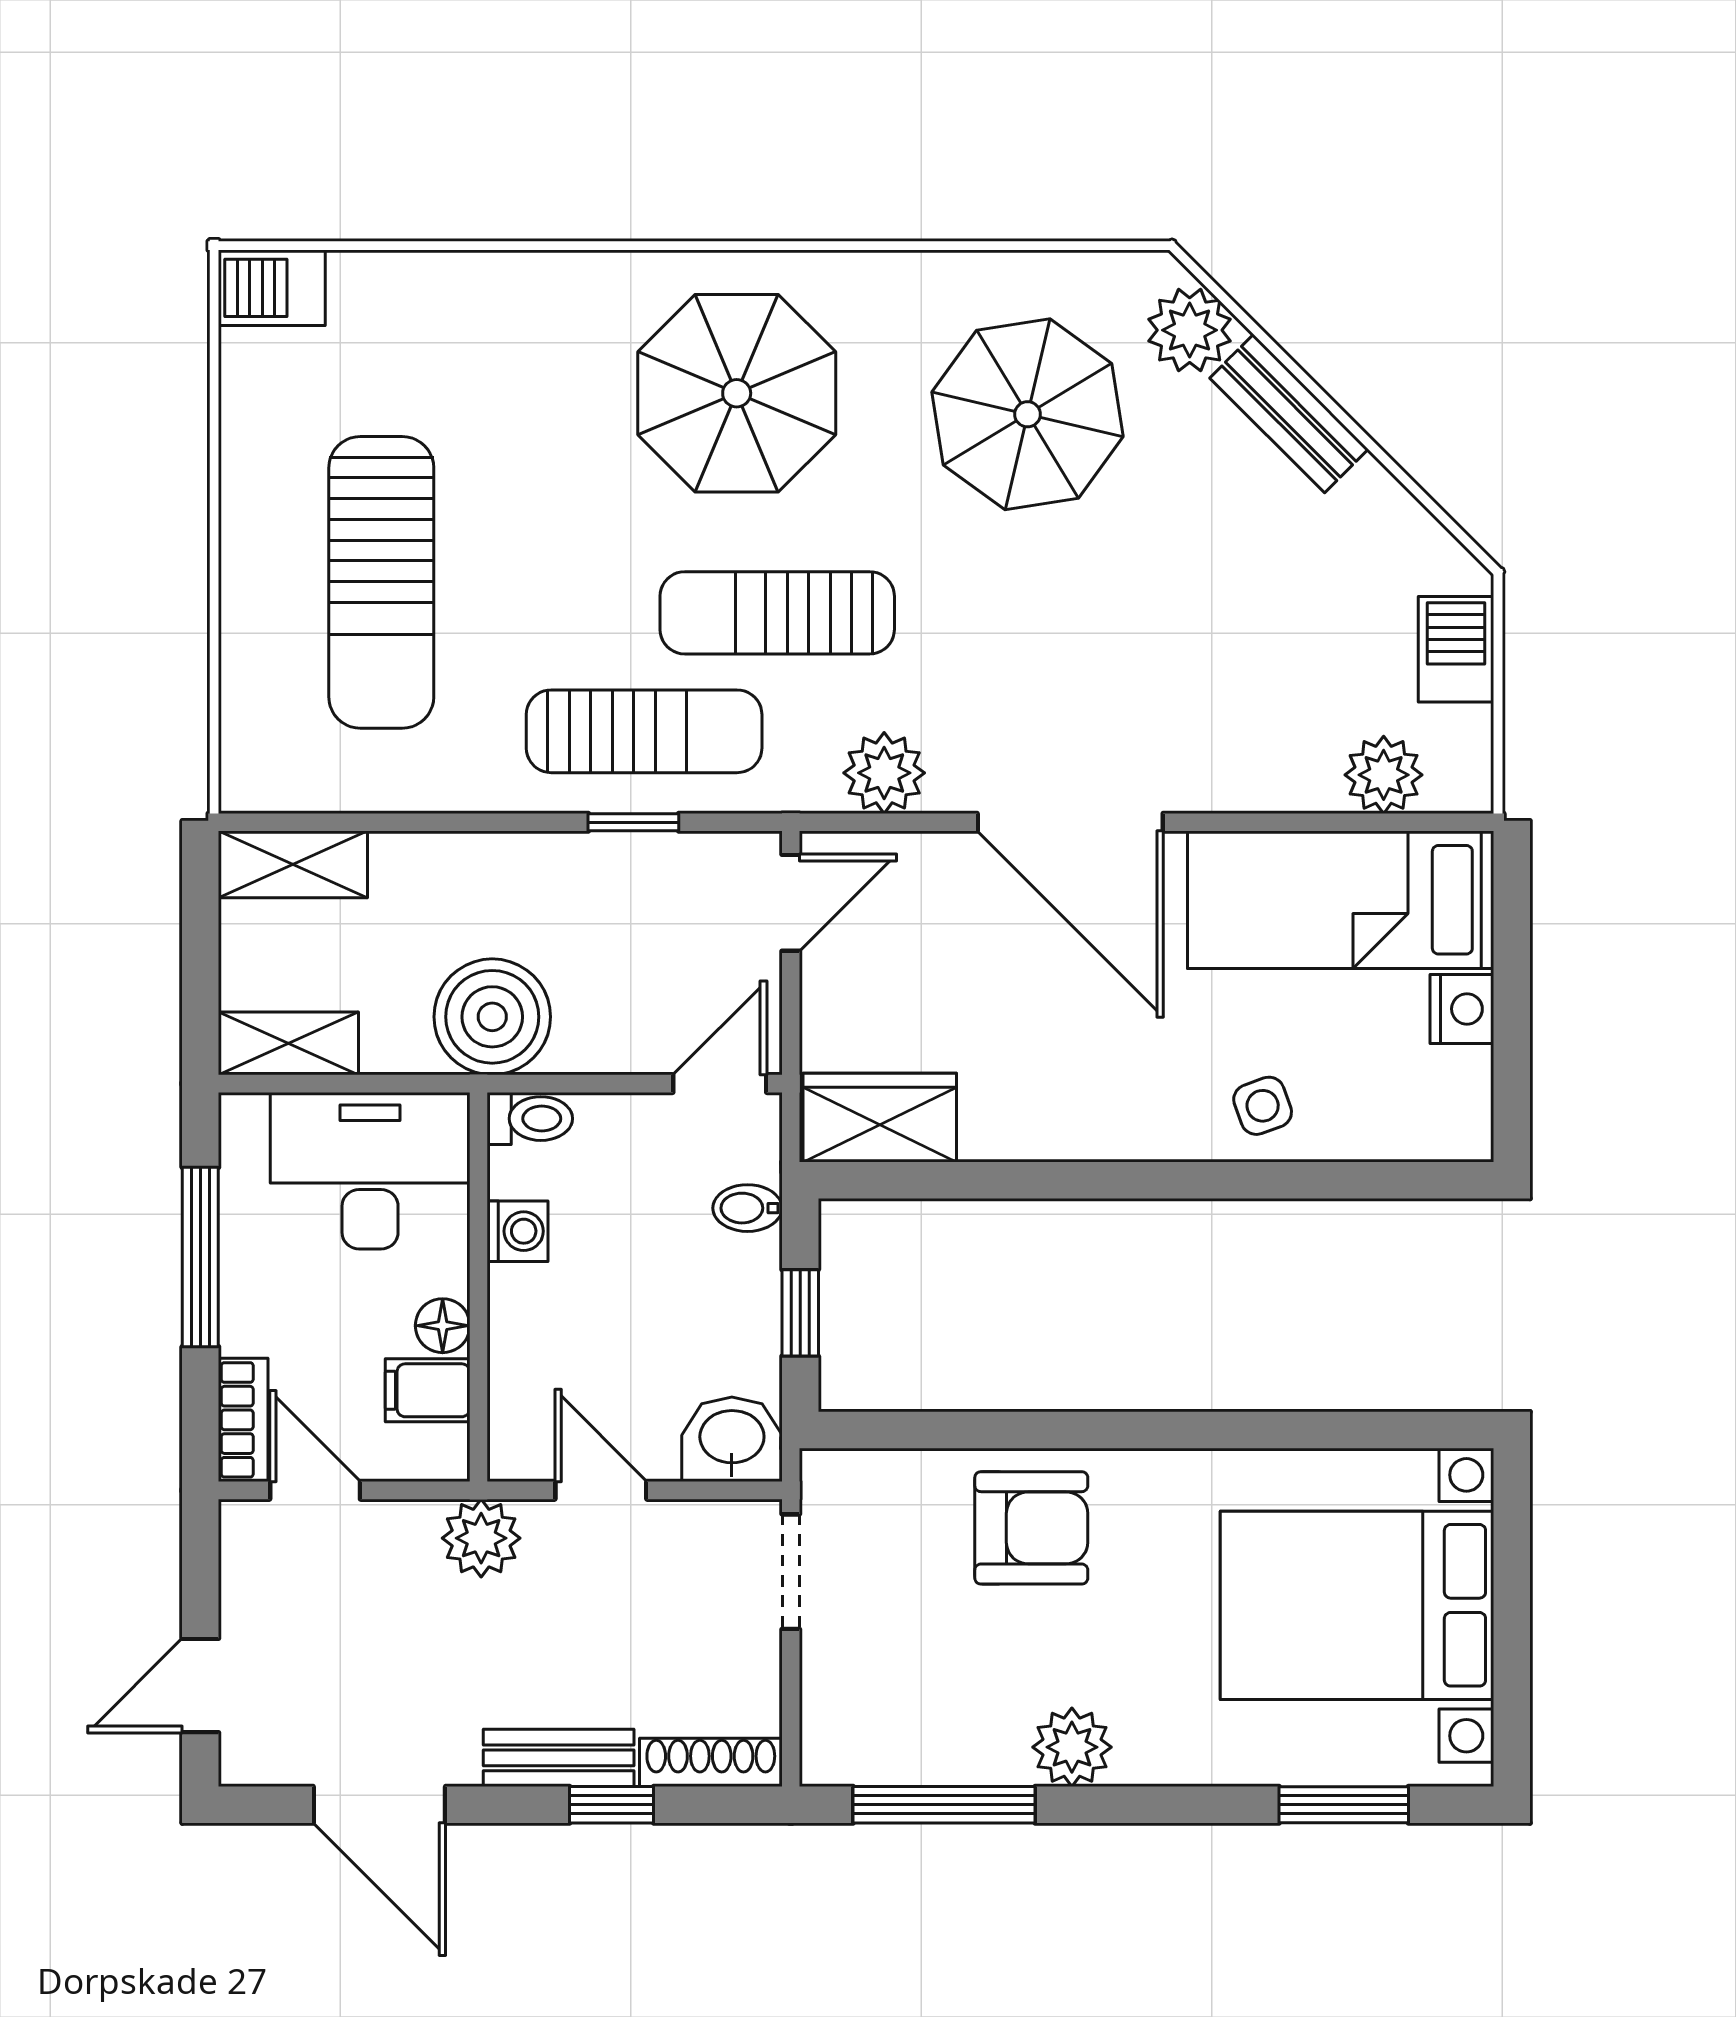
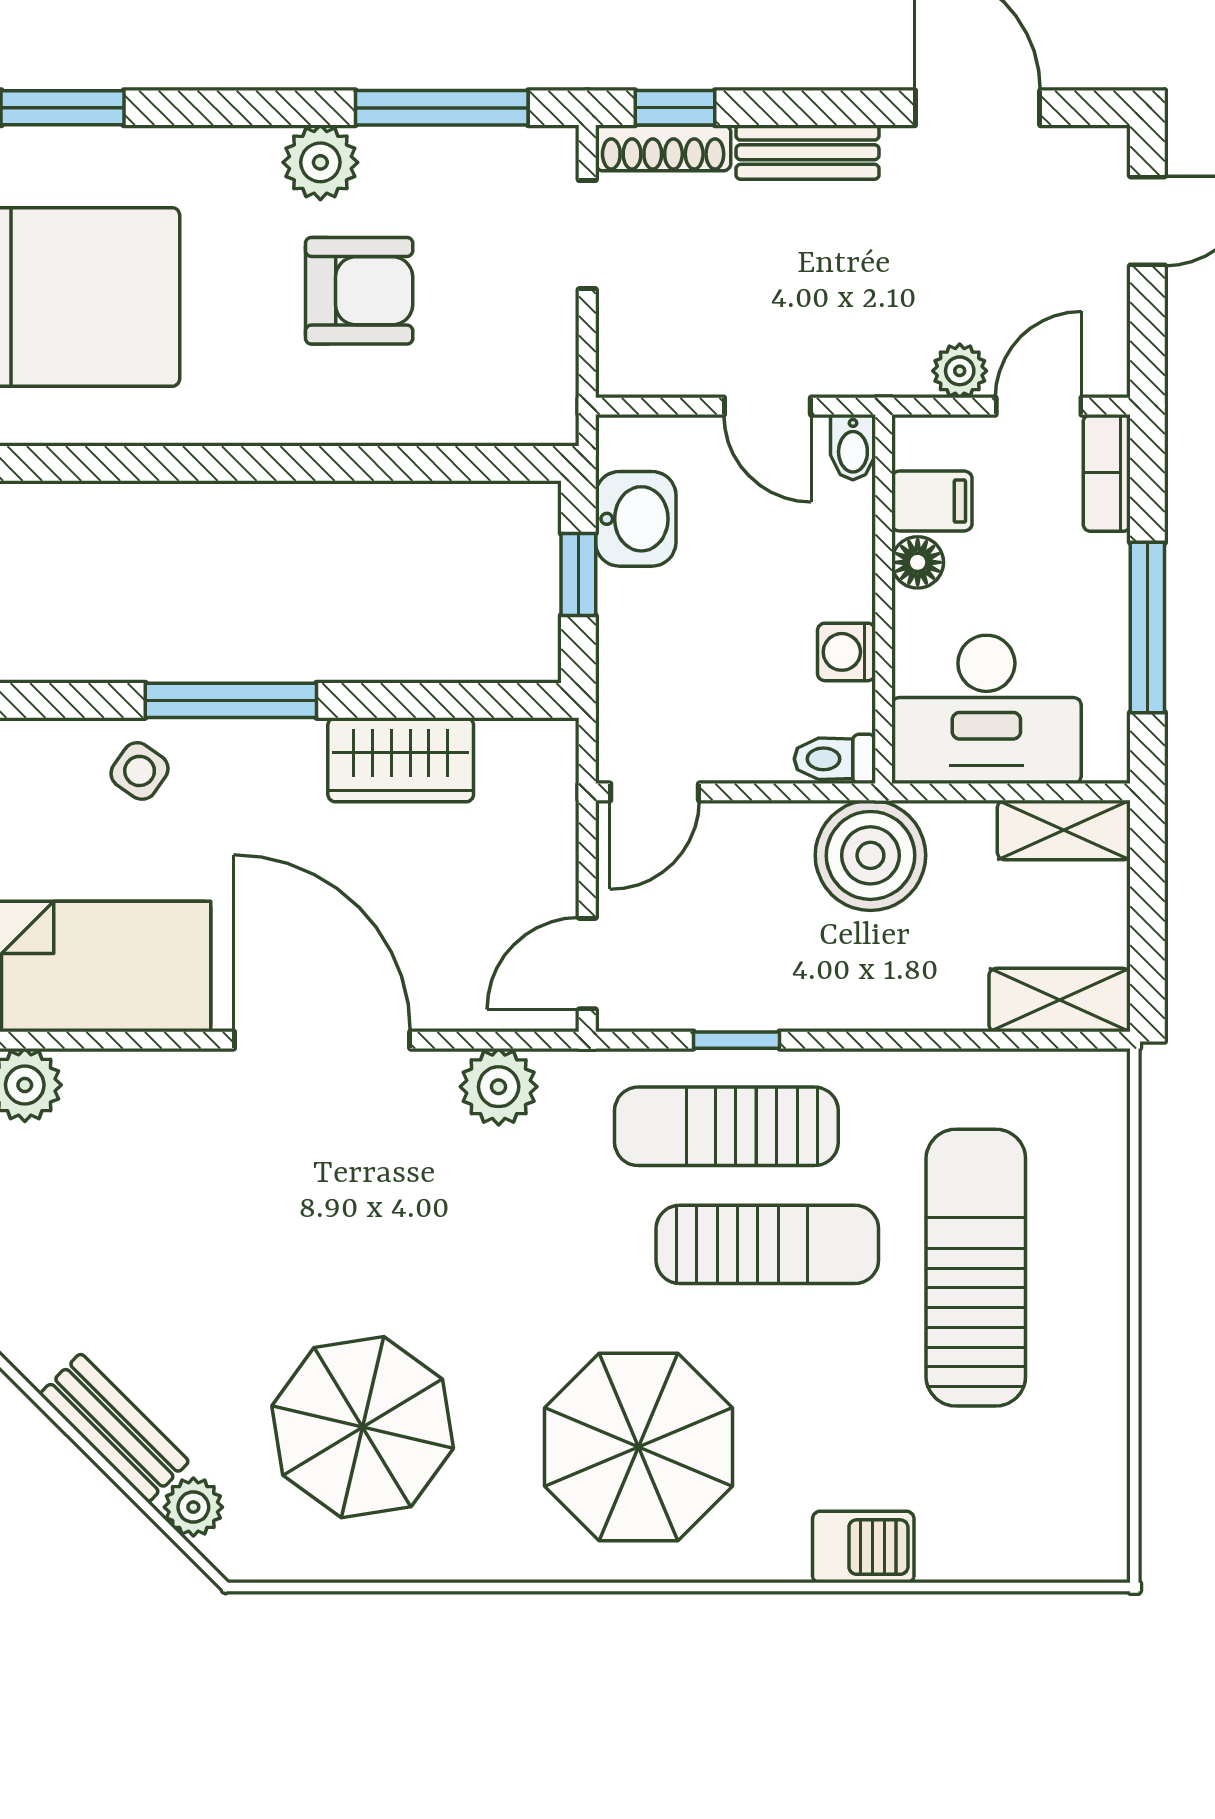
barbecue: (272, 288) -> (863, 1547), moved
plant: (1190, 330) -> (193, 1507), width x0.73, depth x0.73
sun lounger: (777, 613) -> (767, 1244), moved
side table: (1263, 1106) -> (140, 771), turned -35
wardrobe: (880, 1118) -> (401, 760), moved
window: (1166, 1180) -> (231, 700), added
bidet: (747, 1208) -> (853, 447), moved, turned 90
washbasin: (732, 1439) -> (636, 519), moved, turned -90
door: (315, 1490) -> (1039, 406), swing flipped
armchair: (1031, 1528) -> (359, 291), moved, turned 180
plant: (481, 1538) -> (960, 371), moved, width x0.73, depth x0.73
doorway: (791, 1572) -> (587, 235), moved
window: (612, 1805) -> (675, 108), moved

